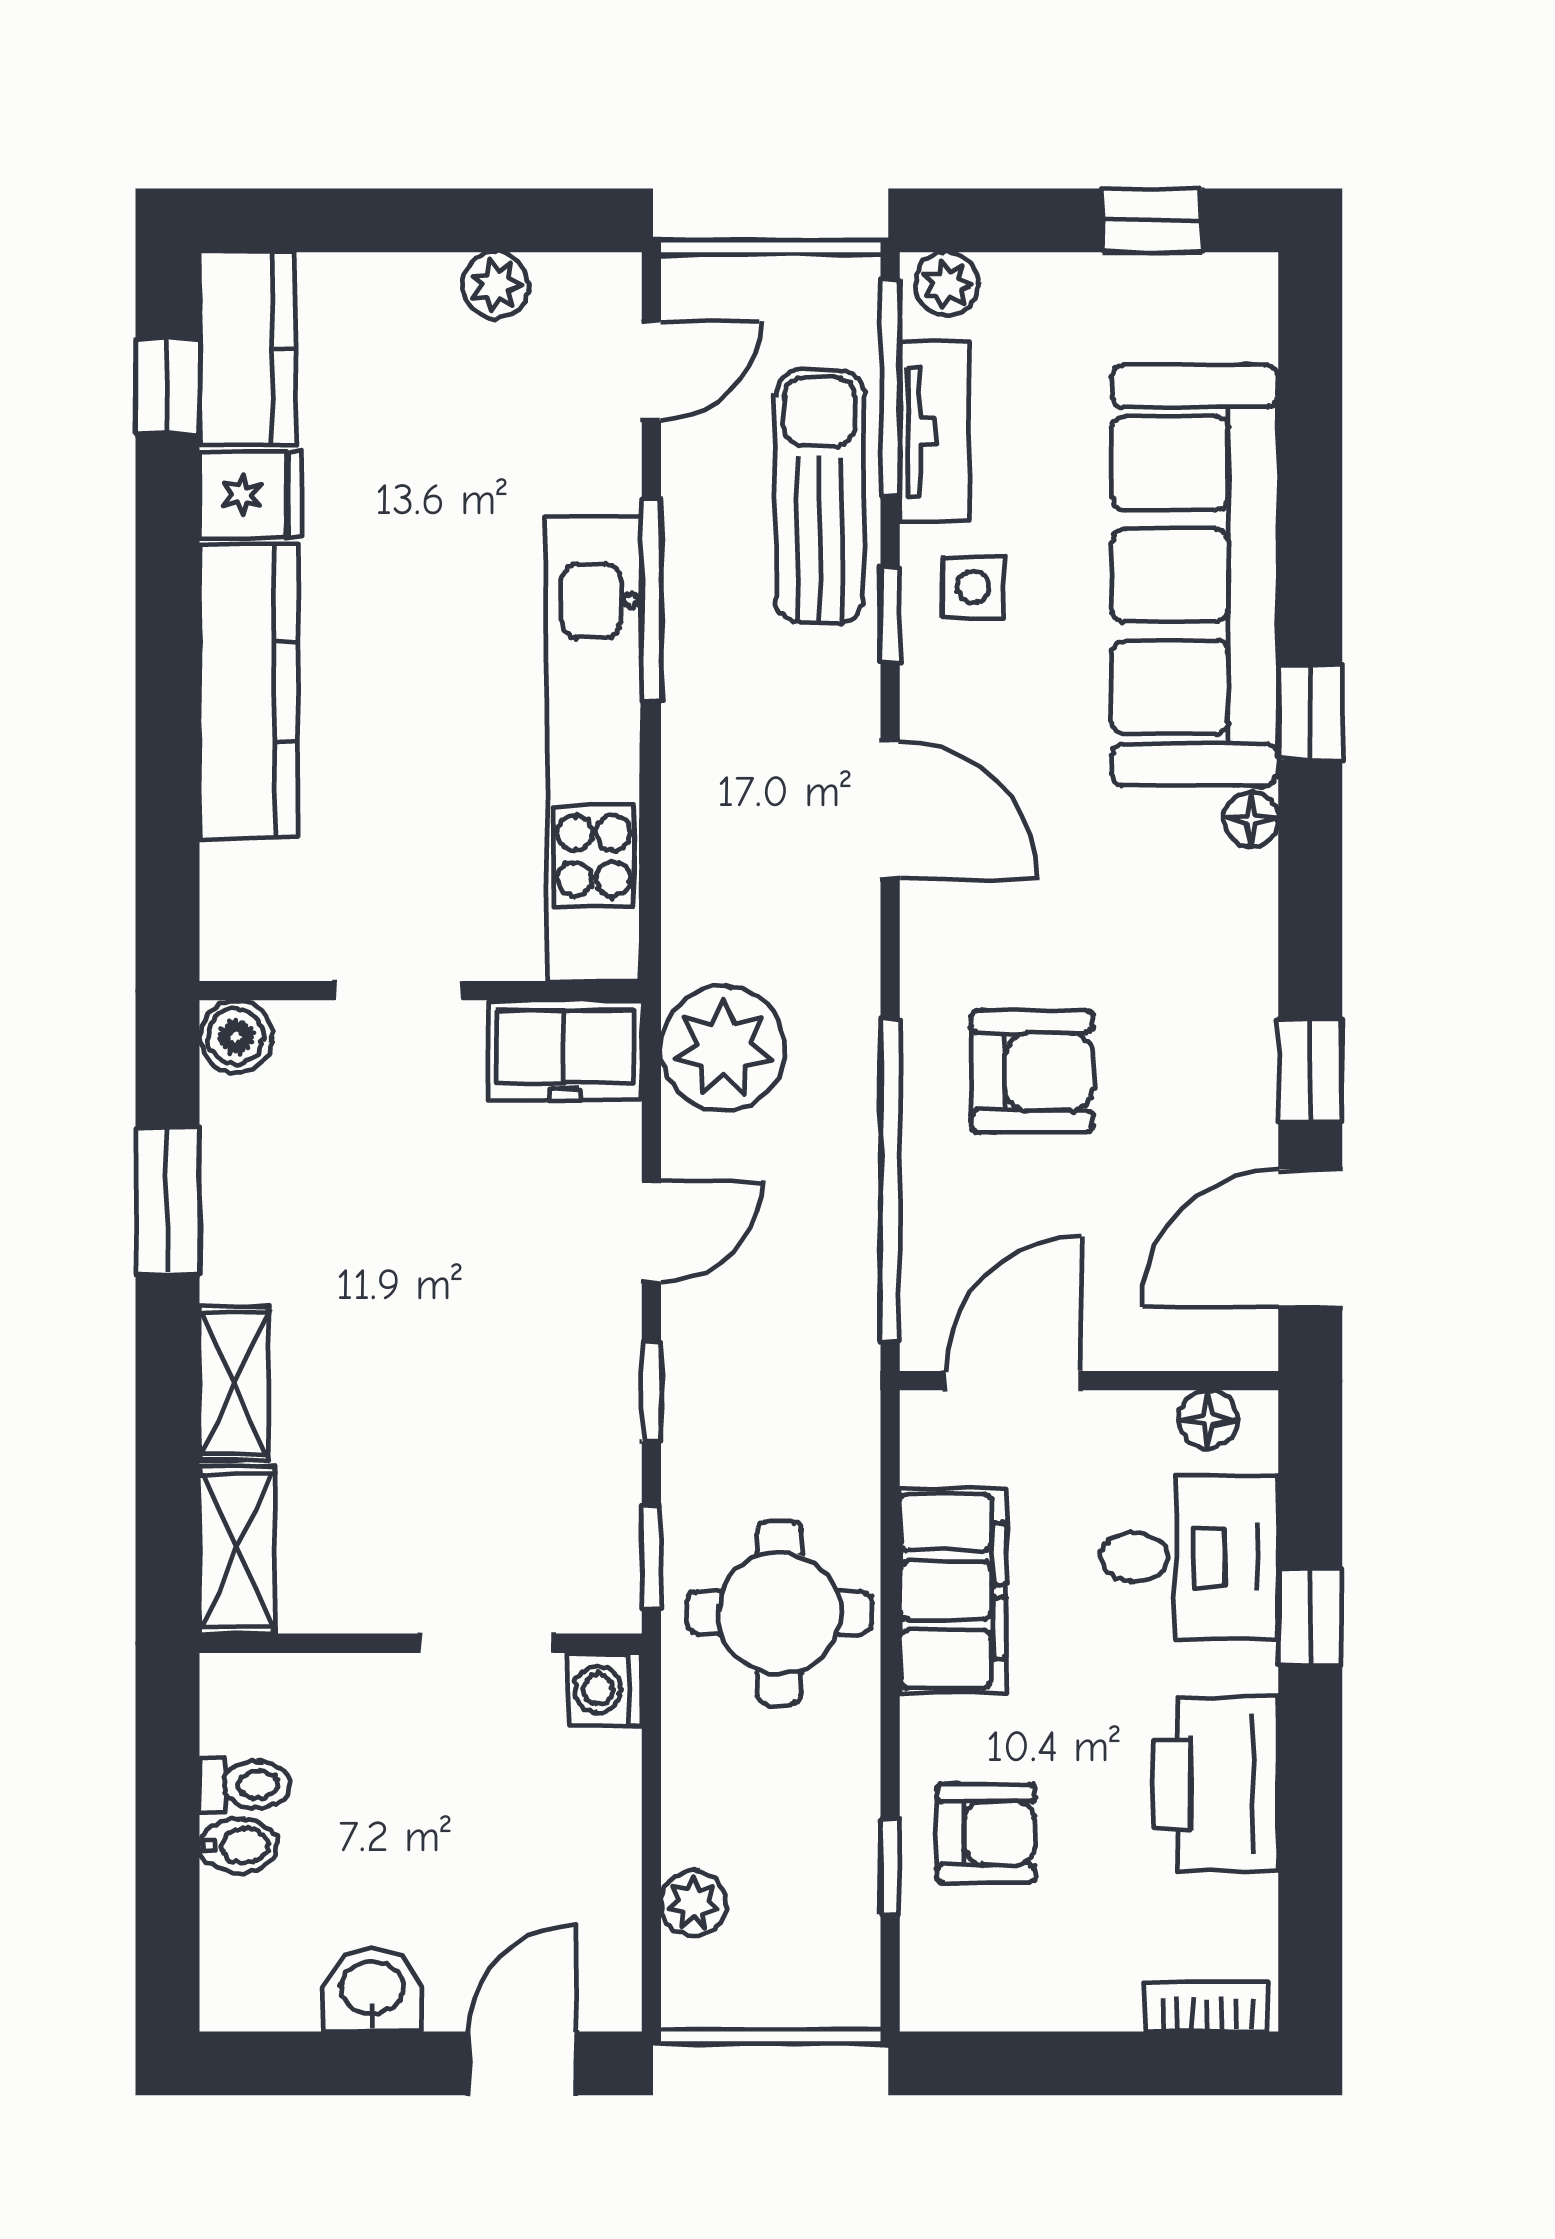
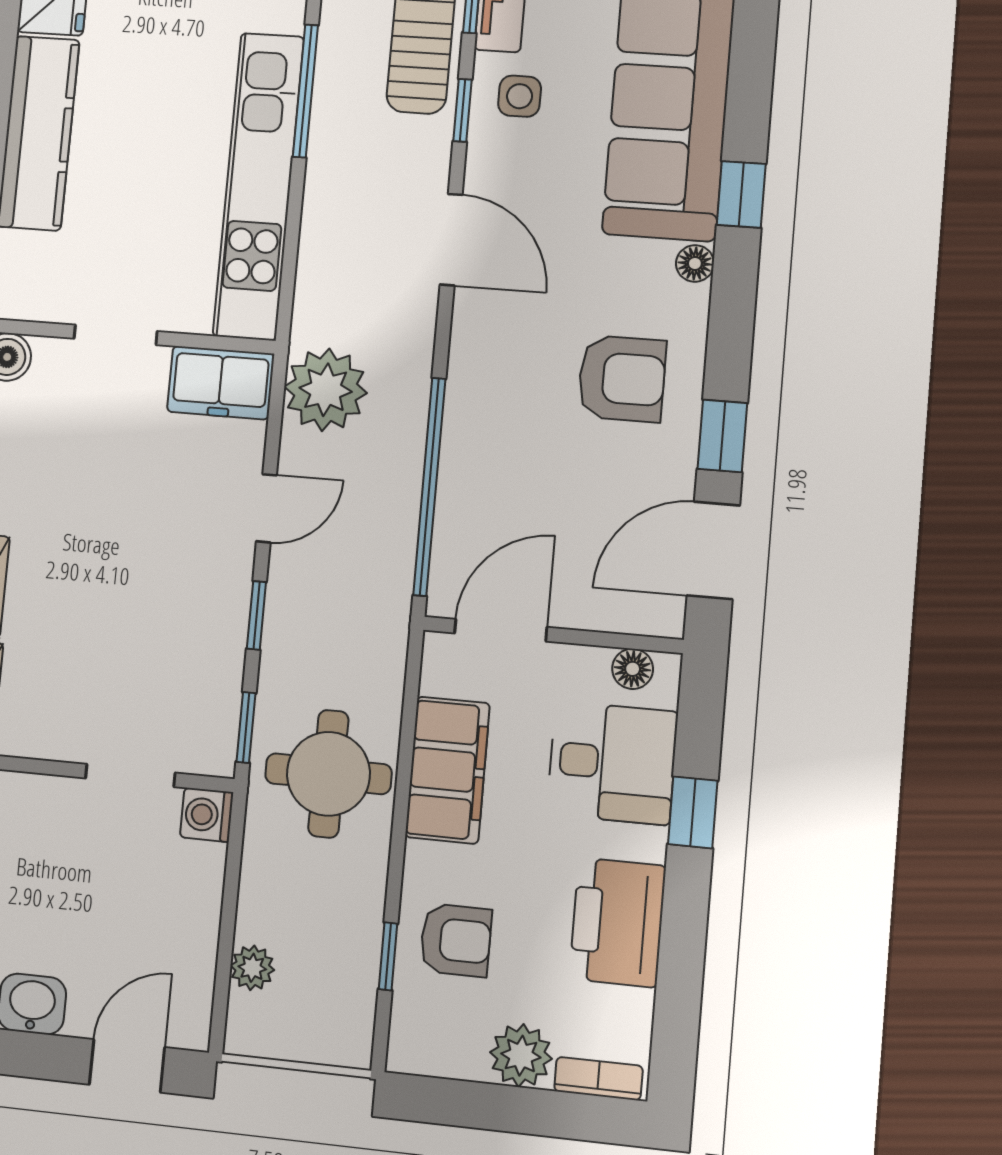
armchair: (1032, 1071) -> (622, 379), moved
plant: (1094, 1987) -> (521, 1056), added

